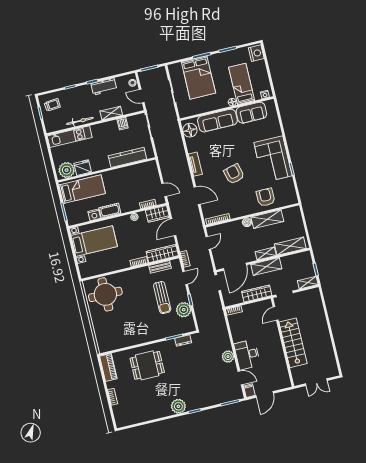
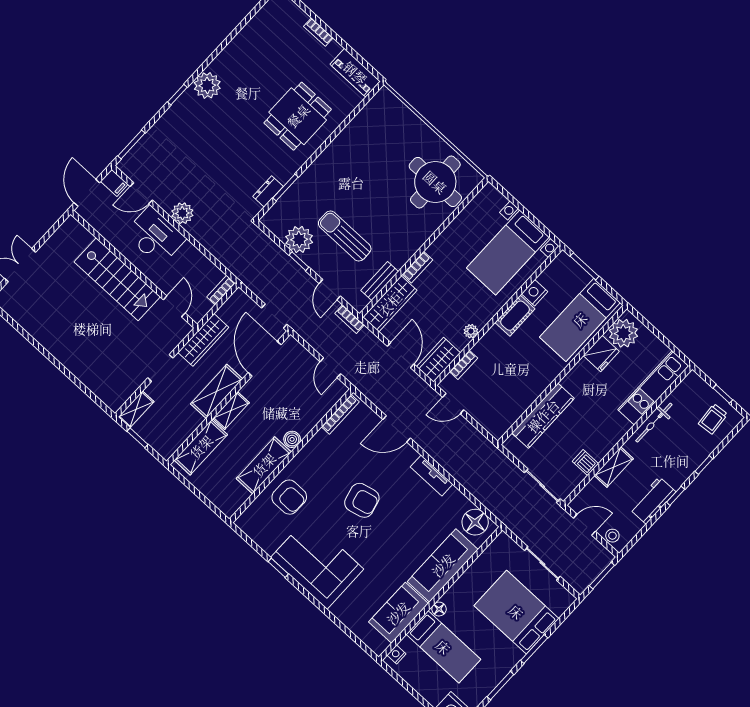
door: (276, 314) -> (174, 306), moved
wall: (282, 342) -> (134, 269), moved
stairs: (293, 343) -> (117, 279), moved

